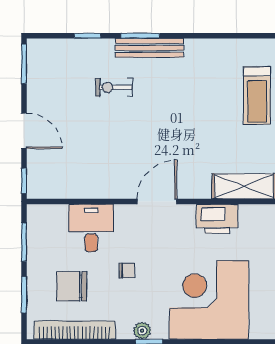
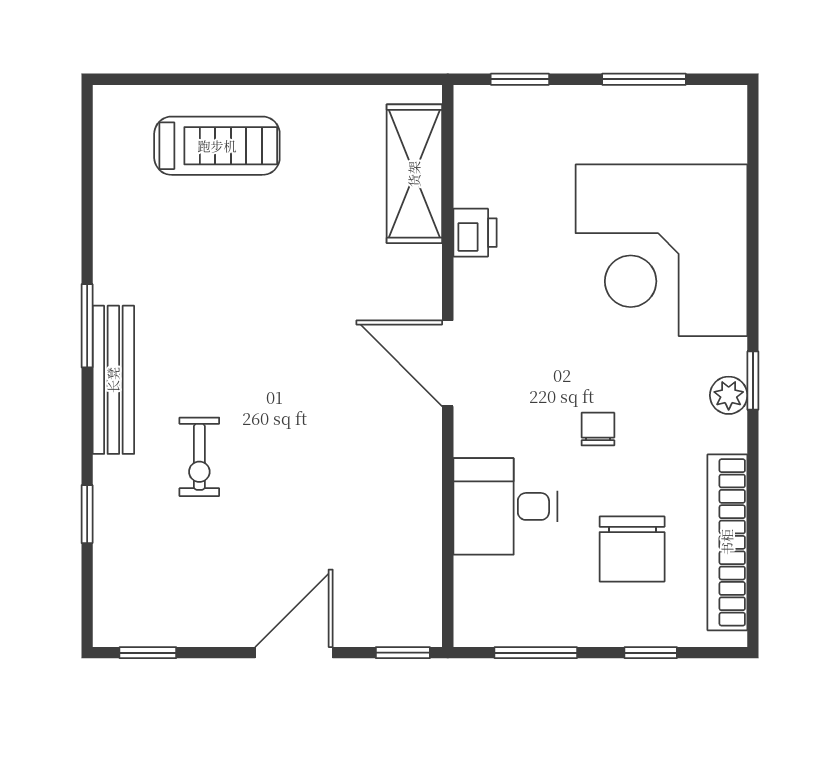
window: (140, 36) -> (87, 326), moved
window: (24, 64) -> (148, 653), width x0.67
printer: (217, 219) -> (475, 233), width x0.53, depth x0.68
window: (24, 295) -> (651, 653), width x0.67

